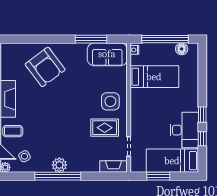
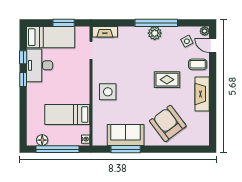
sofa: (107, 54) -> (126, 135), moved
rug: (105, 128) -> (167, 80), moved

